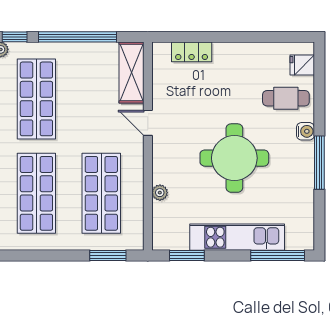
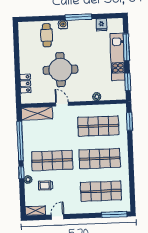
fridge: (302, 65) -> (102, 25), moved
door: (148, 123) -> (62, 104), swing flipped
round table: (234, 158) -> (60, 70), moved
window: (278, 255) -> (126, 47), moved

